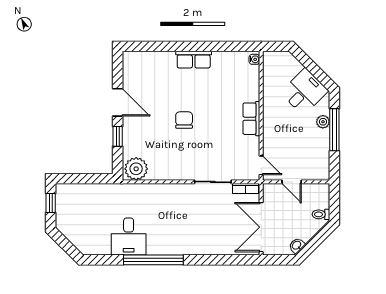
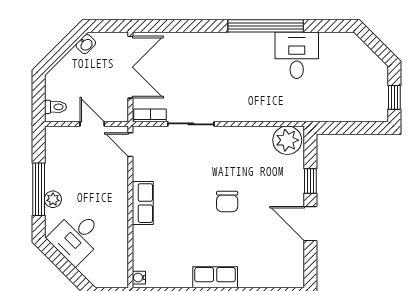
toilet: (321, 214) -> (55, 107), moved

